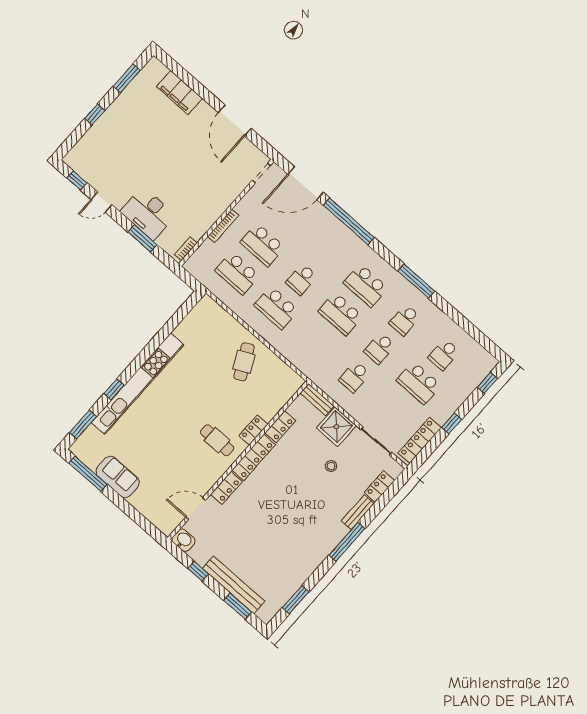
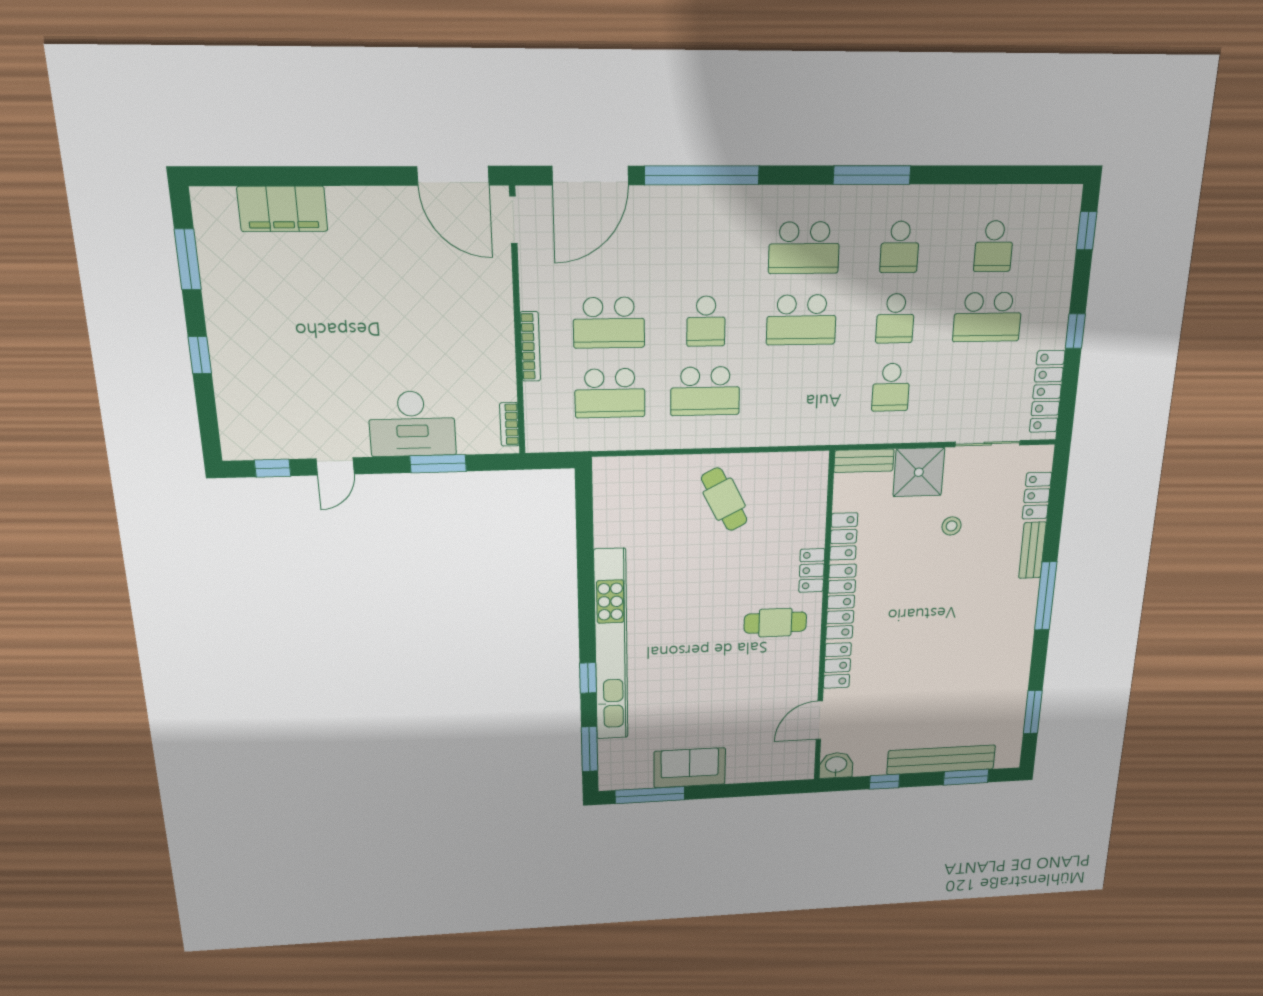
door: (235, 120) -> (453, 176), moved

